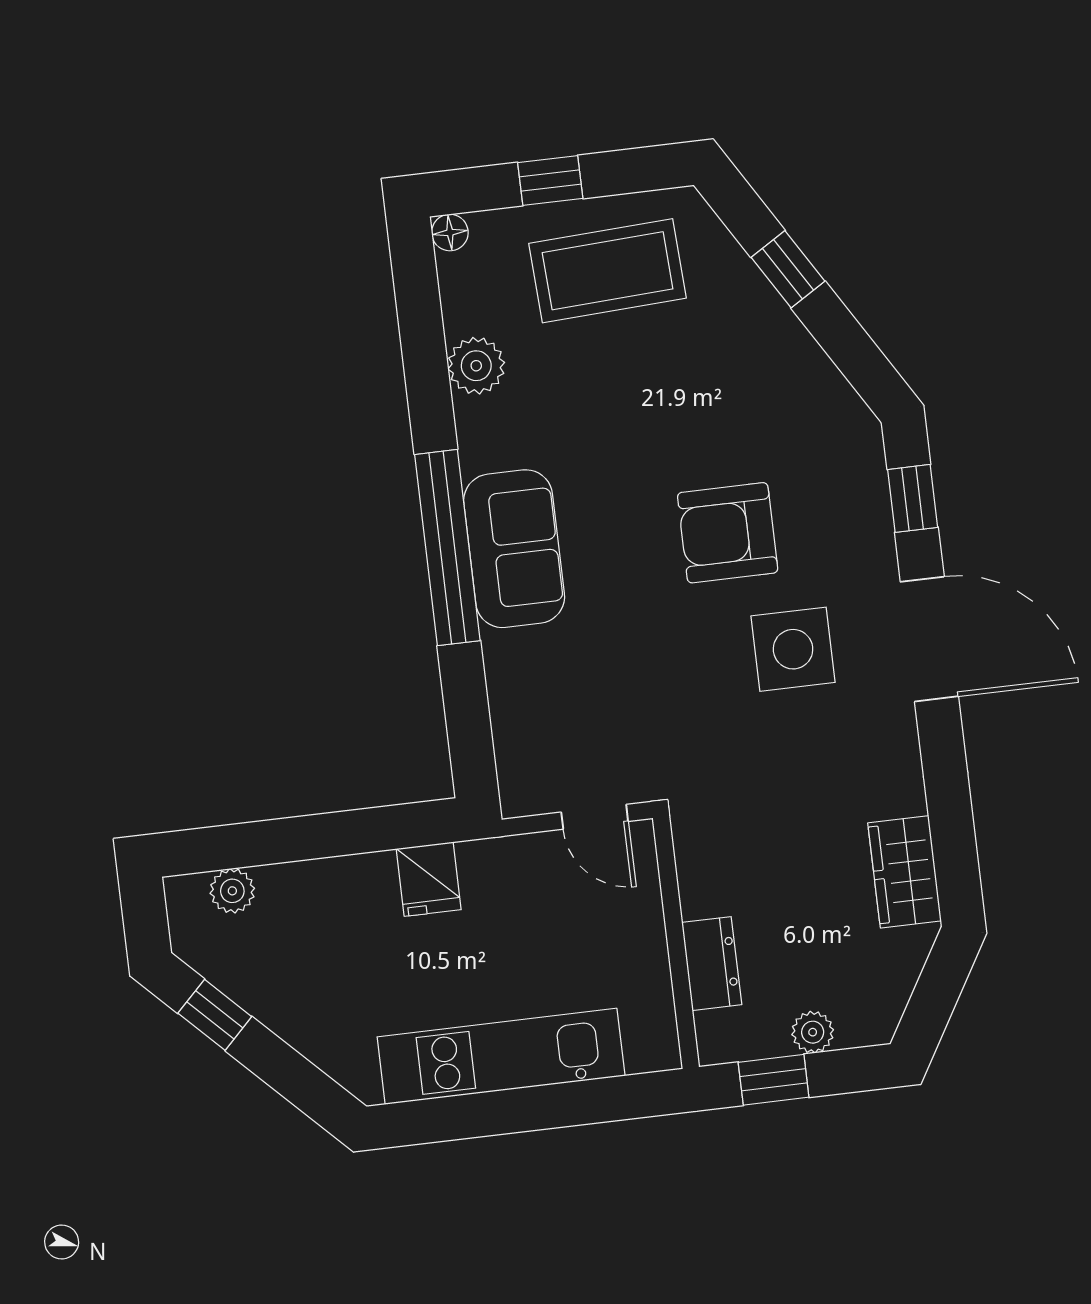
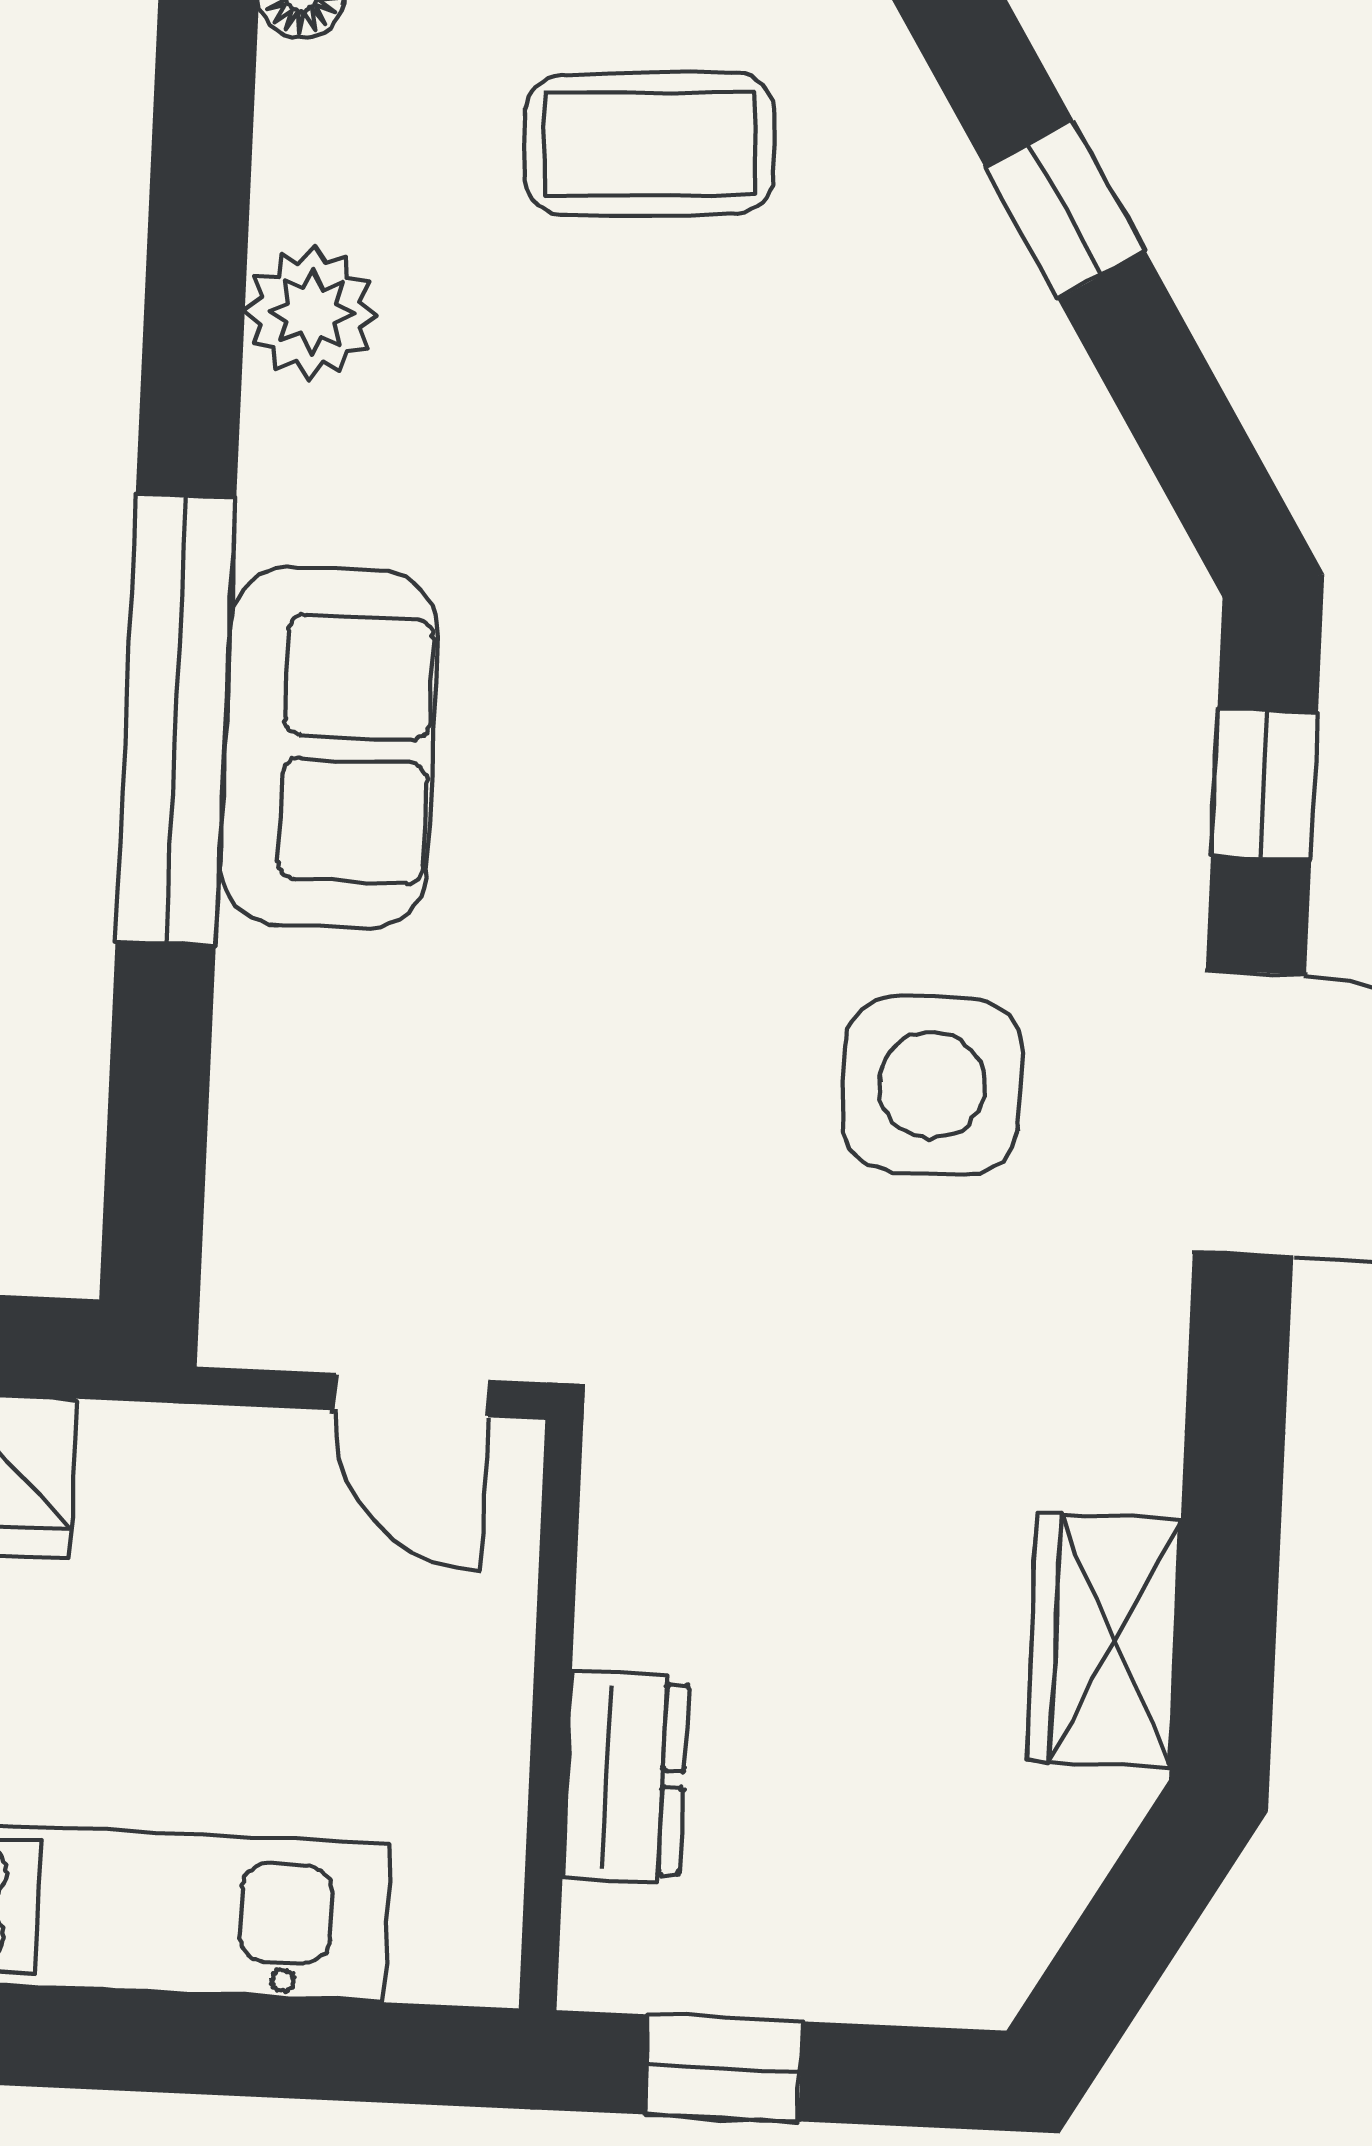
coffee table: (608, 271) -> (650, 144), width x0.73, depth x0.76
armchair: (728, 533) -> (826, 792), removed
plant: (813, 1032) -> (831, 1973), removed

